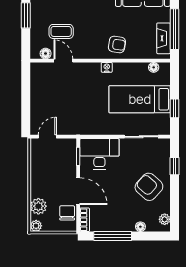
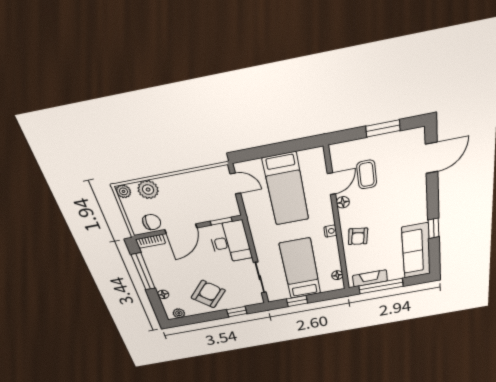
floor lamp: (46, 54) -> (343, 202), moved
bed: (61, 98) -> (286, 189), added

